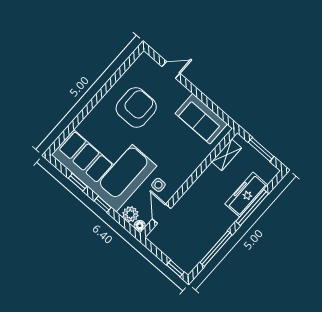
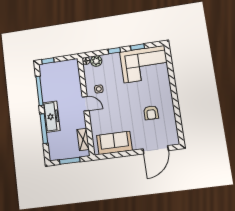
door: (171, 70) -> (156, 150), width x1.87
armchair: (136, 107) -> (151, 113), width x0.53, depth x0.53
corner sofa: (104, 160) -> (144, 64), width x0.73, depth x0.74
freezer: (246, 194) -> (51, 117), moved
door: (162, 214) -> (86, 104), moved

